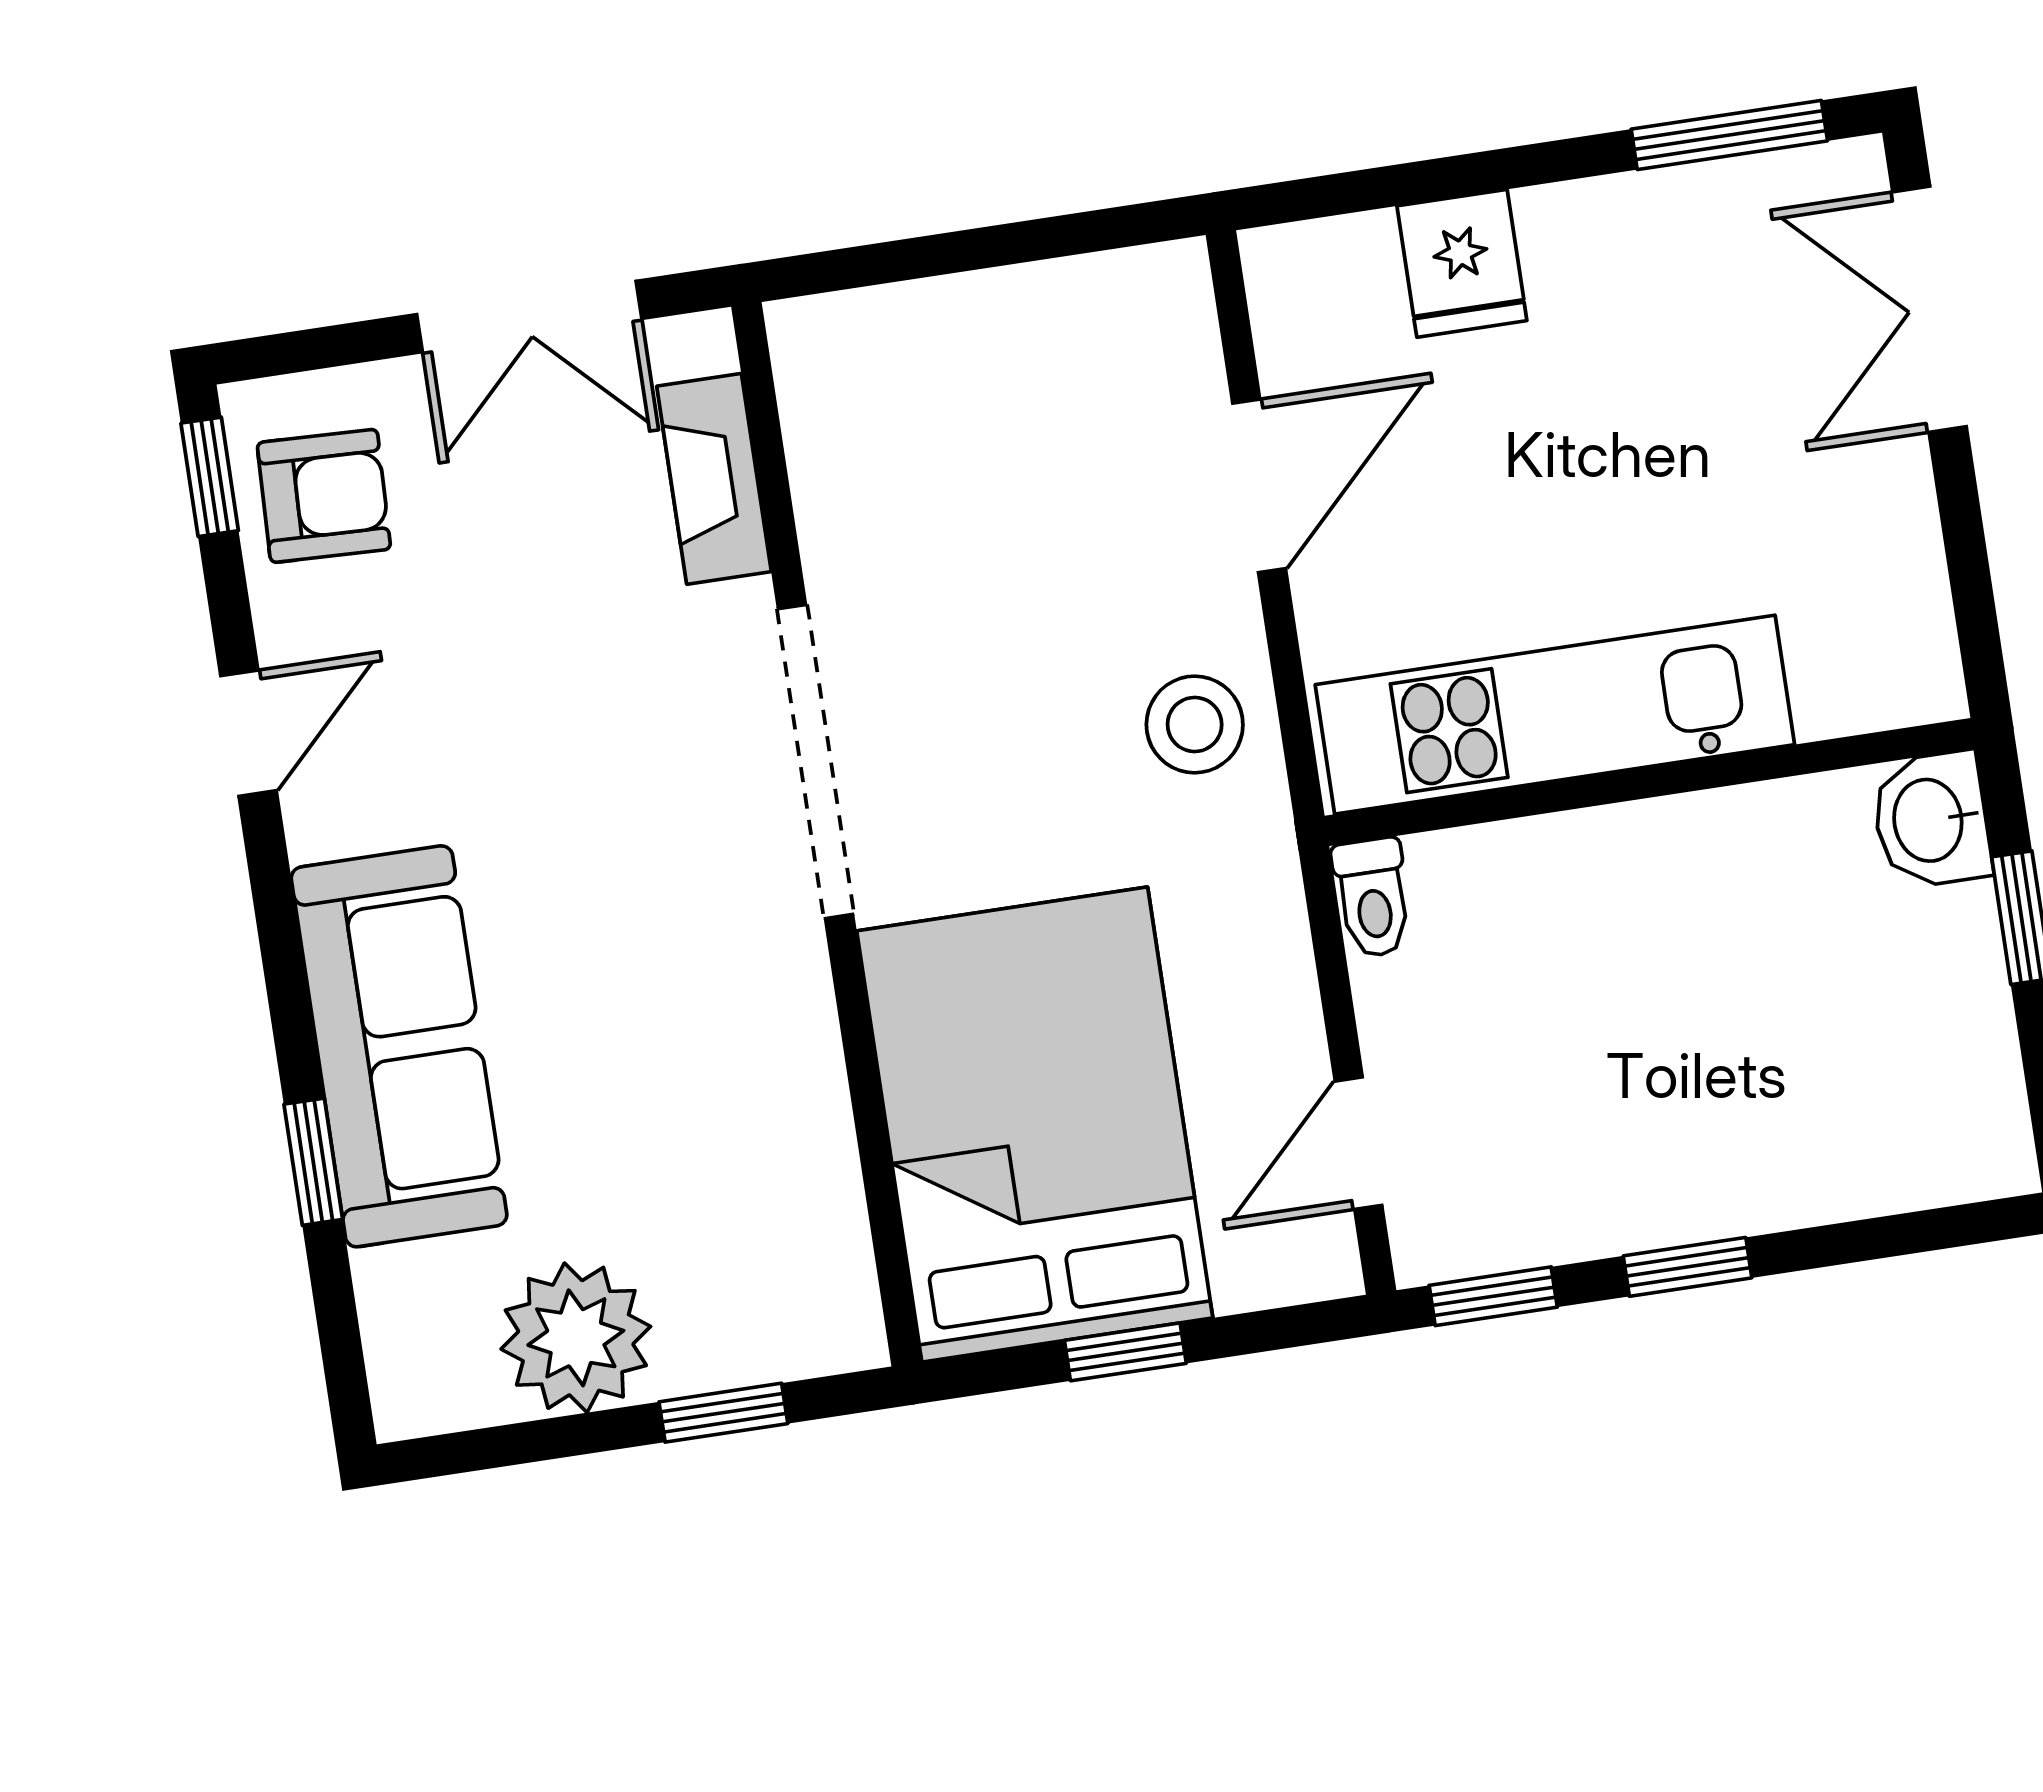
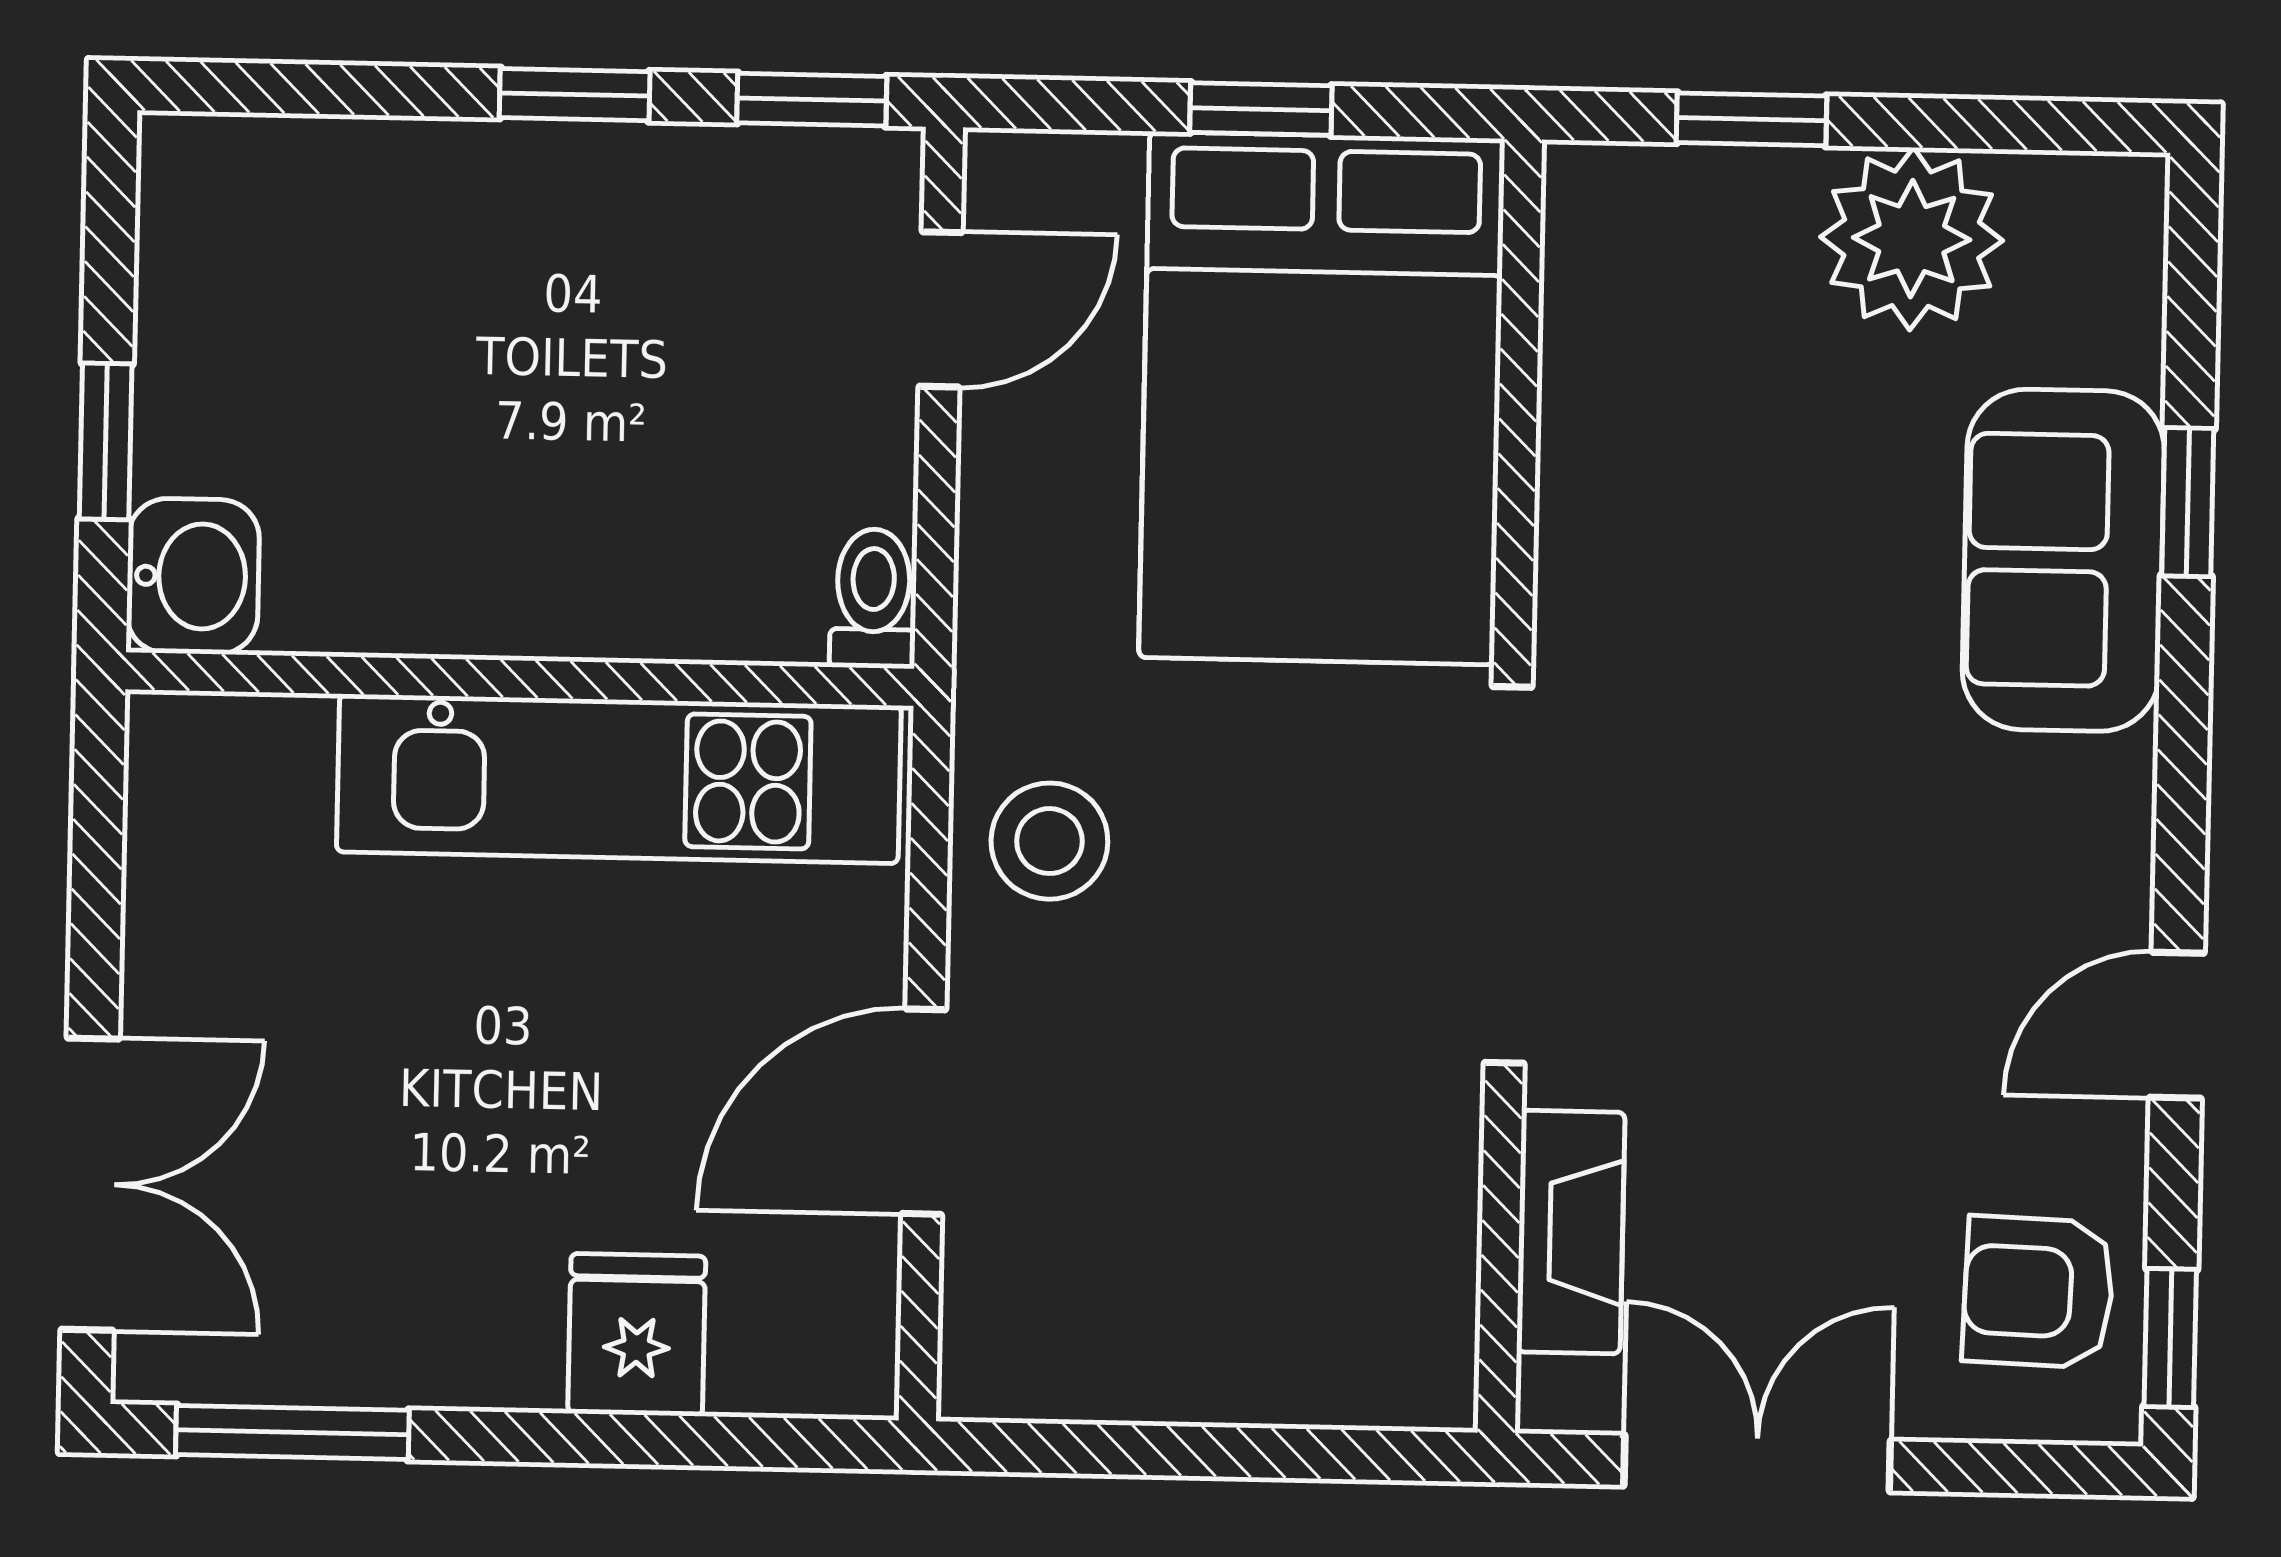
sofa: (399, 1046) -> (2063, 560), width x0.73

